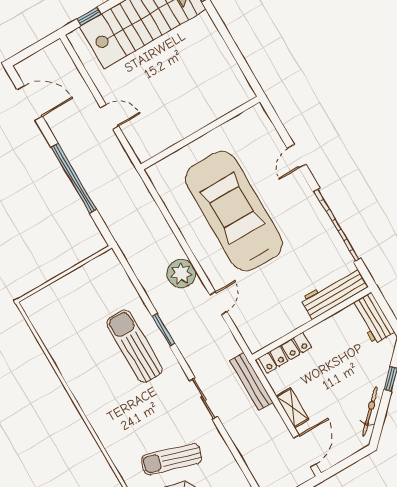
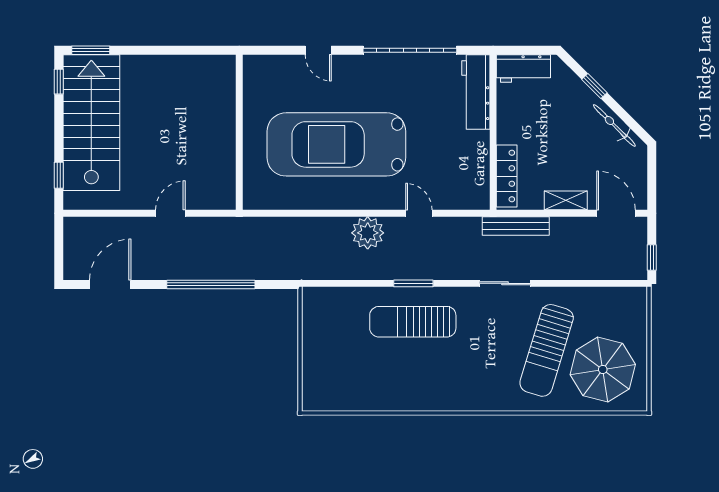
sun lounger: (172, 459) -> (547, 350), width x1.36, depth x1.34

